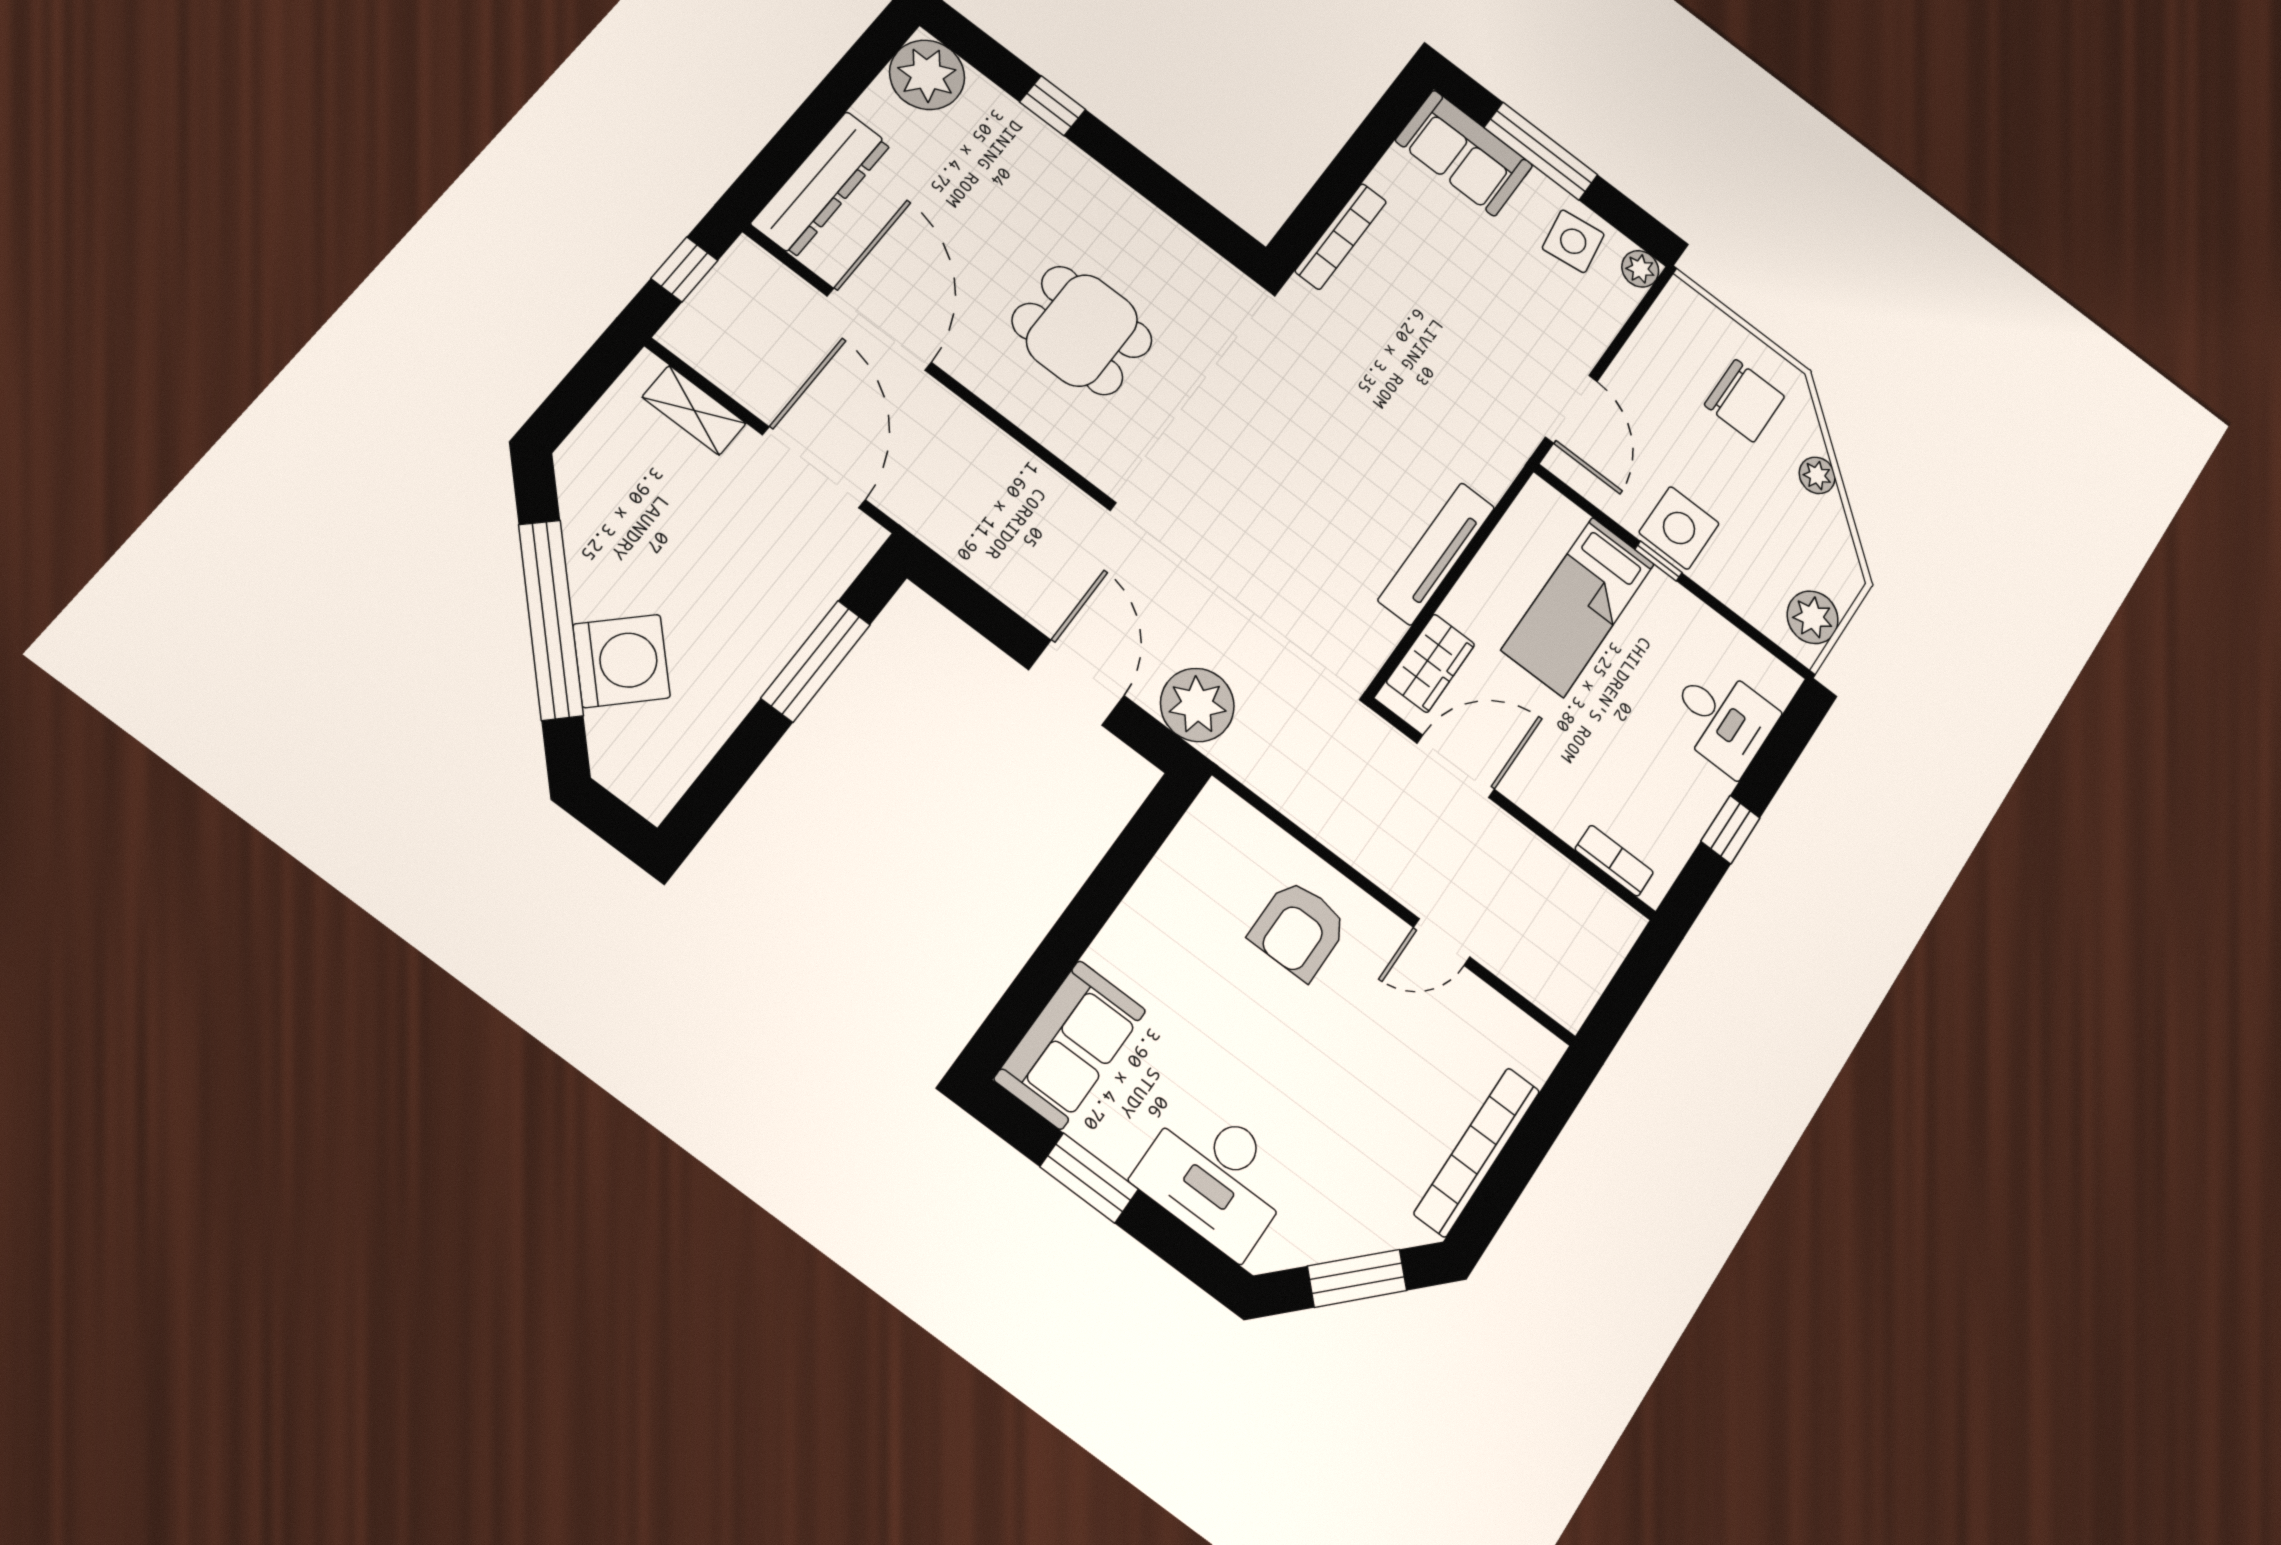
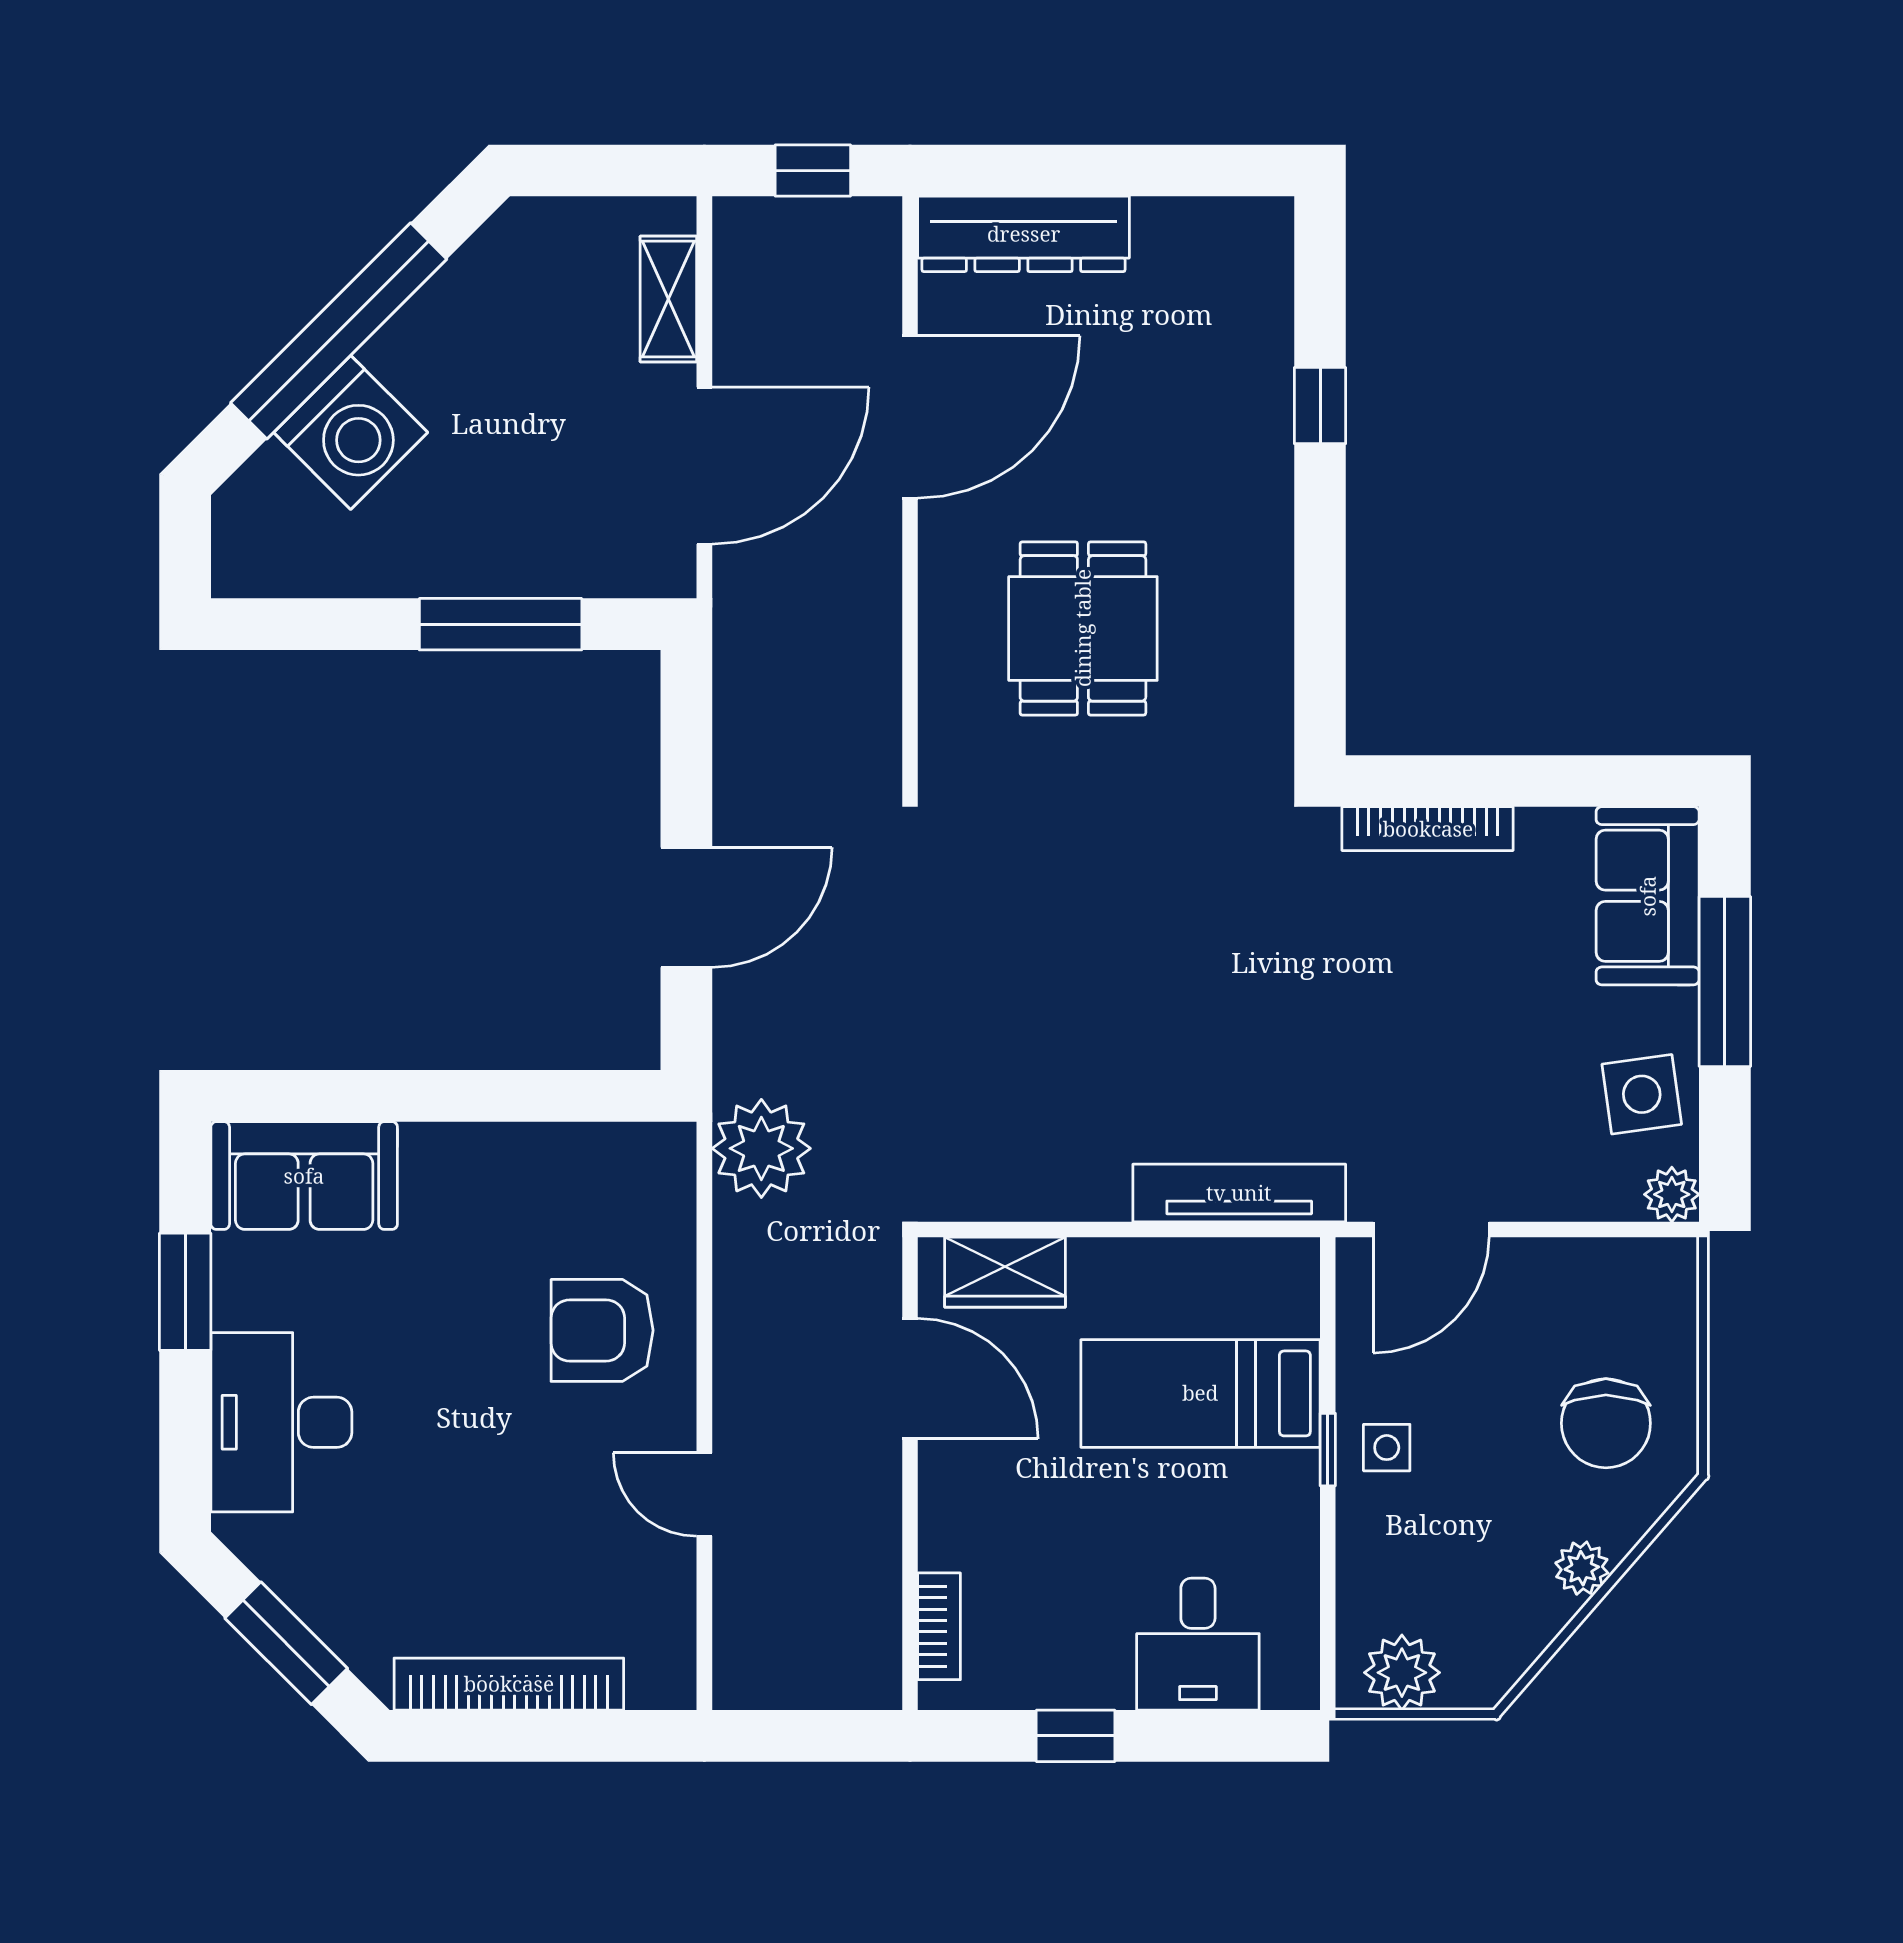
plant: (927, 75) -> (1243, 247), removed
side table: (1679, 528) -> (1387, 1448), width x0.54, depth x0.54
tv unit: (1436, 554) -> (1239, 1193), moved
plant: (1197, 705) -> (761, 1148), moved

